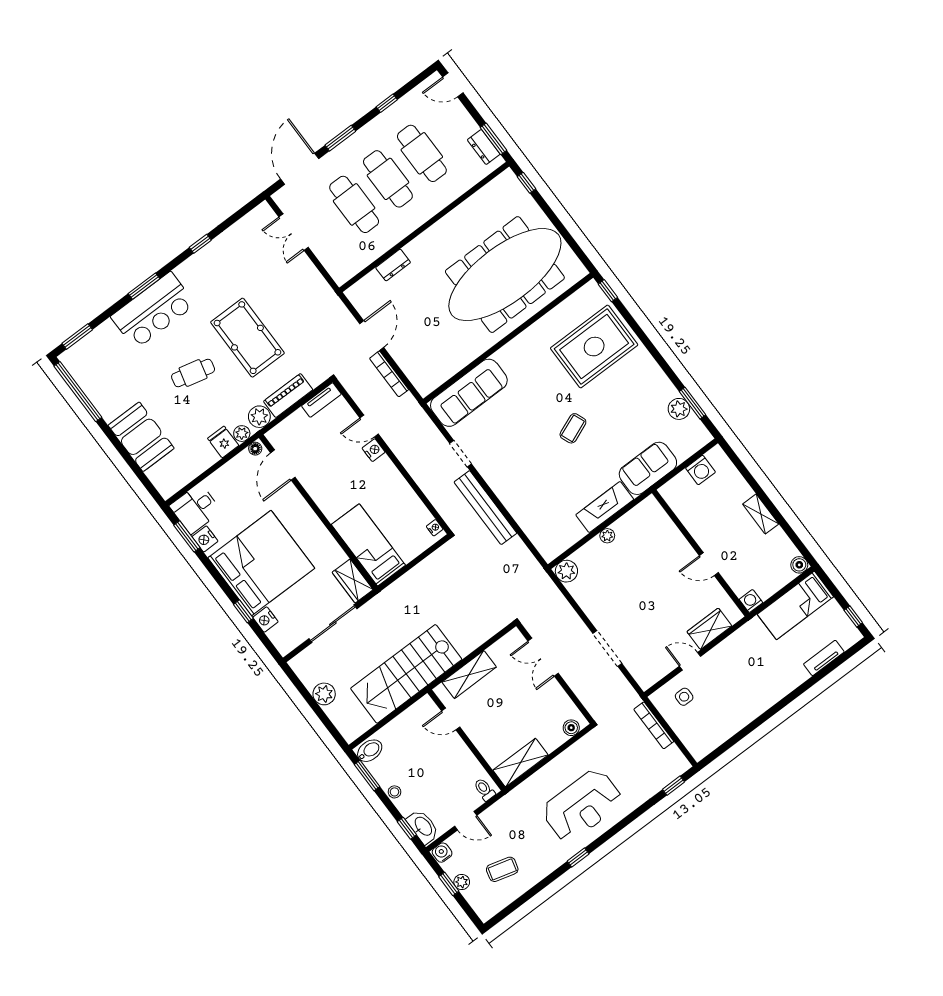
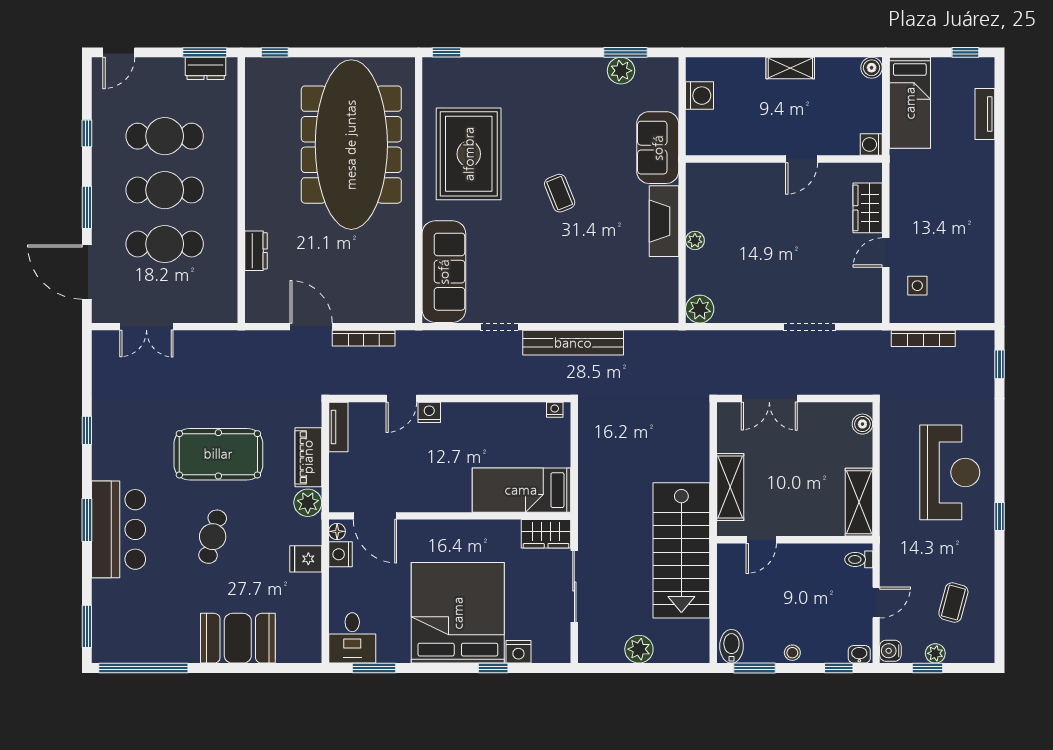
rug: (594, 347) -> (469, 154), moved
plant: (242, 434) -> (311, 533), removed
nightstand: (205, 539) -> (340, 554), moved, turned 90
washbasin: (423, 827) -> (859, 654), width x0.52, depth x0.69

